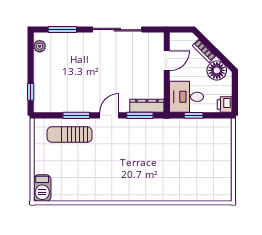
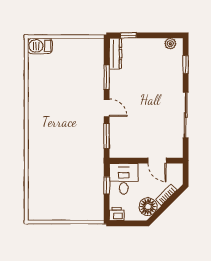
window: (62, 30) -> (186, 65), width x0.67
dresser: (147, 106) -> (115, 54), moved
sun lounger: (70, 135) -> (89, 71), removed

